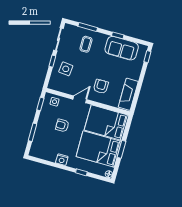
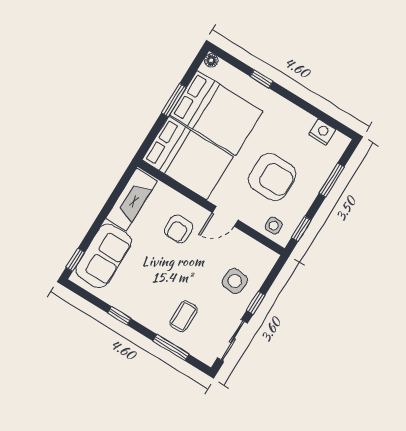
sofa: (122, 48) -> (104, 256), moved, turned 90
armchair: (62, 125) -> (272, 177), width x1.88, depth x1.88
nightstand: (62, 160) -> (322, 132), moved

